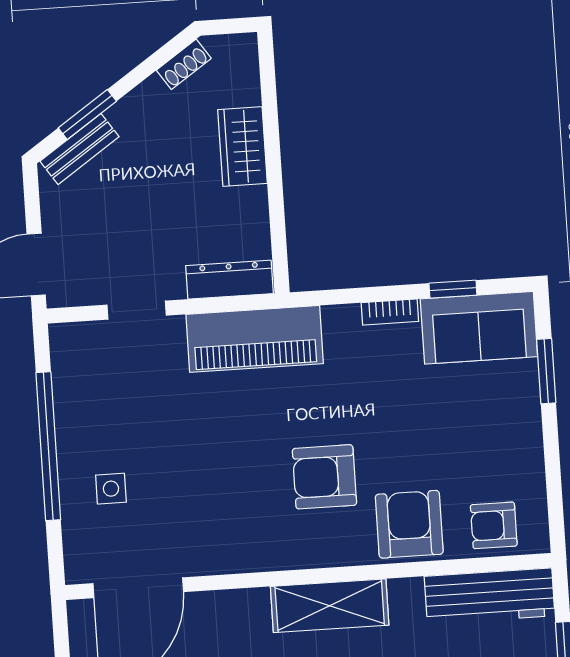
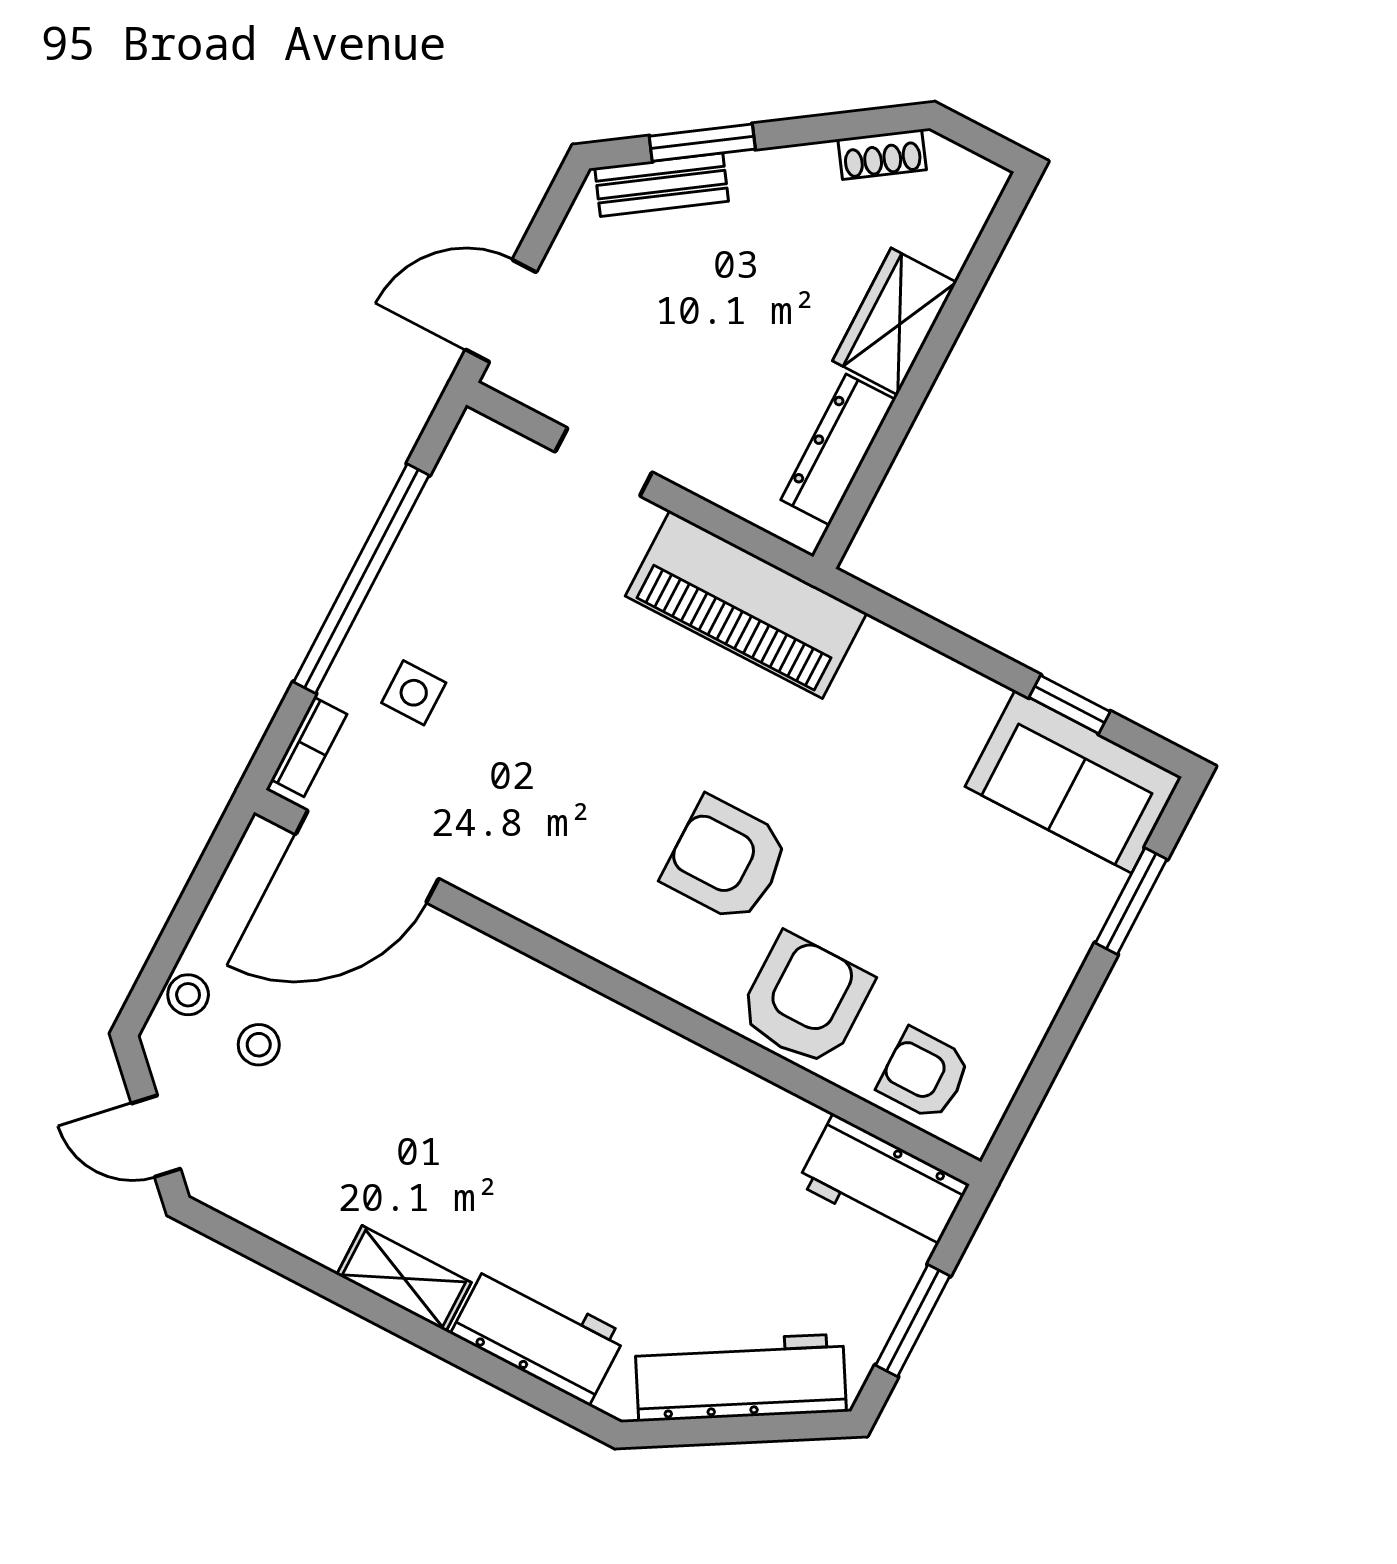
dresser: (229, 280) -> (838, 450), moved, turned -90
bookcase: (390, 312) -> (309, 747), moved, turned -90
workbench: (490, 596) -> (883, 1184), width x0.73
shelving: (330, 606) -> (623, 1047), removed

